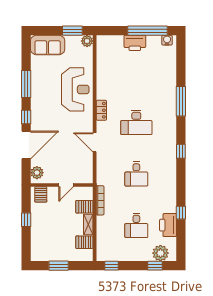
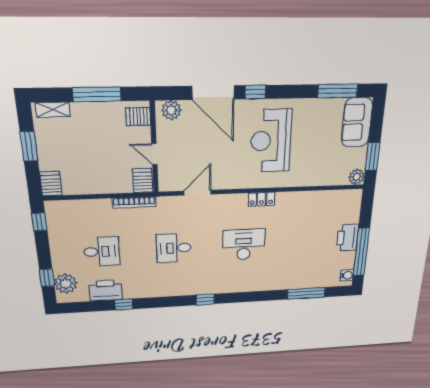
window: (26, 84) -> (338, 91), moved
reception desk: (75, 89) -> (271, 141), moved, turned 90
window: (181, 101) -> (306, 293), moved
desk: (136, 122) -> (244, 245), turned 90
door: (95, 142) -> (197, 193), moved
server rack: (84, 207) -> (143, 181), moved
window: (26, 220) -> (97, 94), width x2.17
shelving: (88, 224) -> (53, 110), moved
desk: (136, 225) -> (102, 252), turned 180
server rack: (84, 242) -> (51, 184), moved

